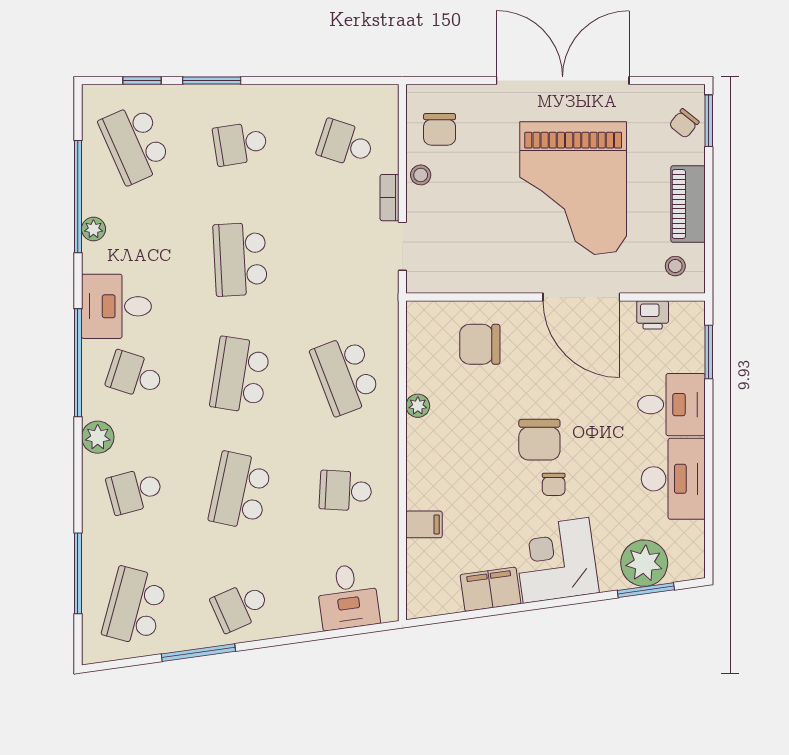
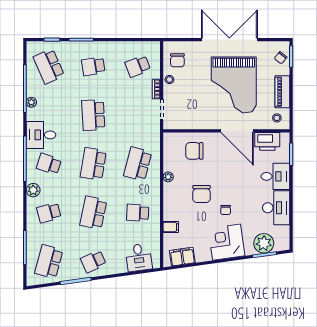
school desk: (346, 144) -> (138, 66), turned -39
printer: (653, 315) -> (267, 141), width x1.87, depth x1.48
school desk: (346, 375) -> (138, 164), turned 36
chair: (539, 440) -> (201, 194), moved
filing cabinet: (490, 589) -> (182, 257), moved

